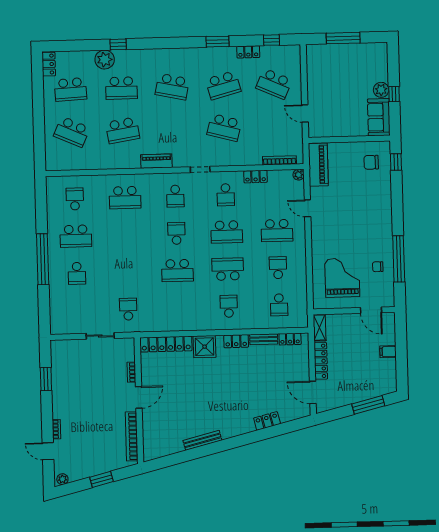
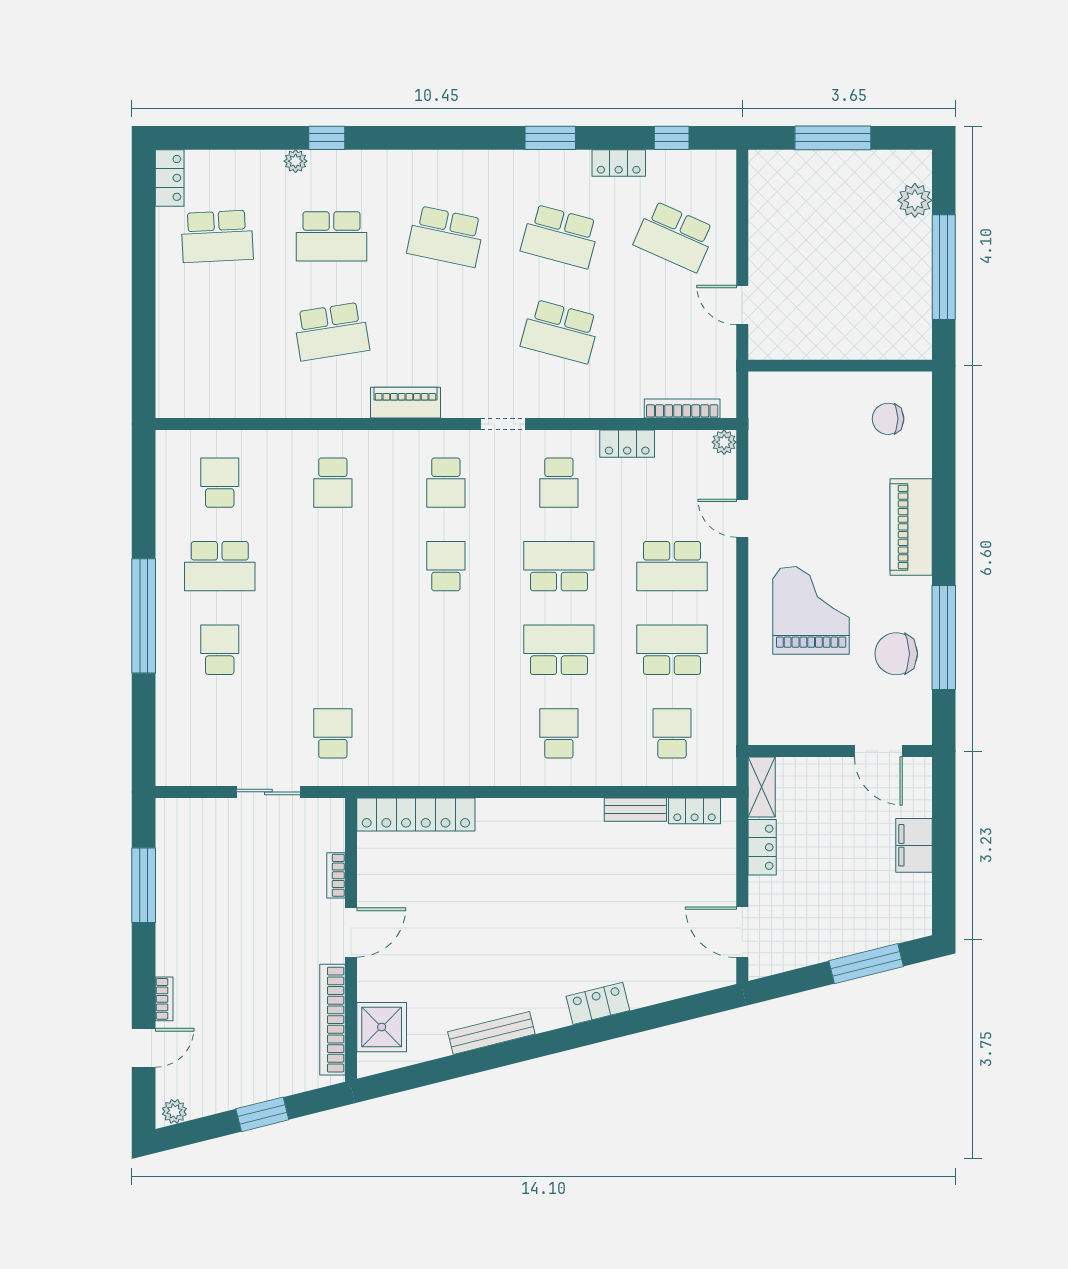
plant: (105, 60) -> (296, 161), width x0.53, depth x0.53
school desk: (223, 85) -> (560, 236), turned 30
plant: (381, 90) -> (915, 200), moved
window: (394, 94) -> (944, 267), width x3.17
sofa: (379, 117) -> (908, 318), removed
school desk: (72, 132) -> (217, 331), removed
window: (396, 162) -> (944, 420), removed
piano: (318, 165) -> (911, 527), moved, turned 180
school desk: (125, 198) -> (333, 483), width x0.54
school desk: (227, 232) -> (559, 566), turned 180
chair: (378, 267) -> (896, 654), width x1.87, depth x1.87
school desk: (278, 268) -> (672, 650), width x1.85
school desk: (177, 271) -> (446, 650), removed
school desk: (77, 273) -> (220, 650), turned 180
grand piano: (342, 278) -> (811, 610), moved
school desk: (279, 305) -> (672, 733), turned 180
locker: (236, 341) -> (573, 812), removed
shower: (205, 347) -> (382, 1027), moved
filing cabinet: (388, 352) -> (914, 845), width x2.00
locker: (321, 361) -> (762, 847), width x0.66
window: (46, 379) -> (144, 885), width x1.44
locker: (267, 421) -> (598, 1003), moved
door: (48, 451) -> (144, 1048), swing flipped

